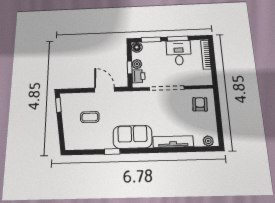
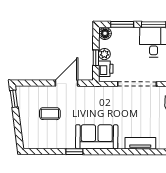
door: (105, 90) -> (66, 83), hinge flipped
tv unit: (173, 142) -> (140, 143), width x0.71

